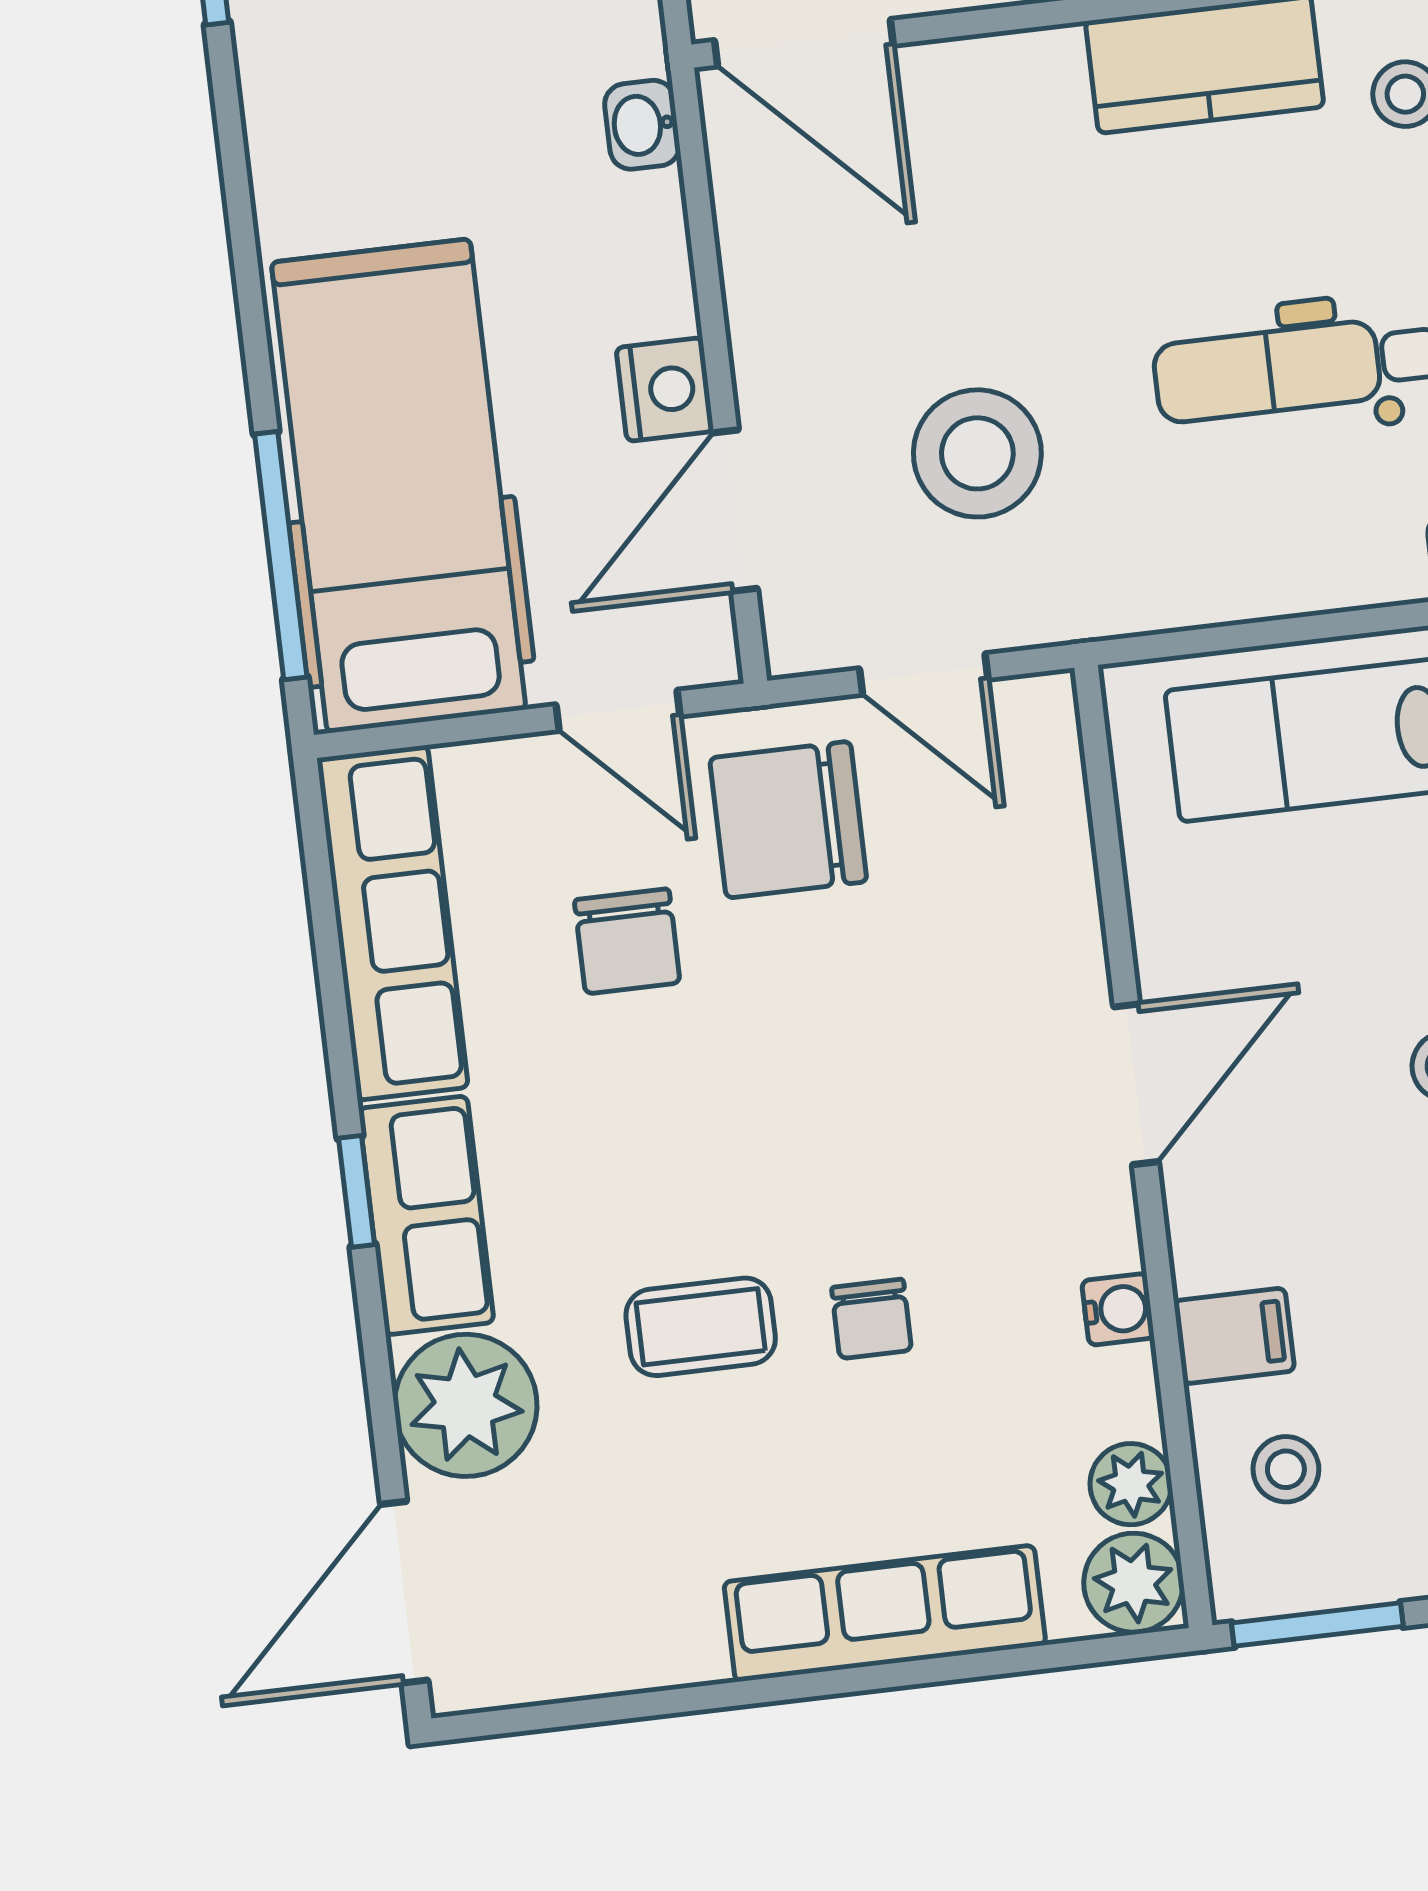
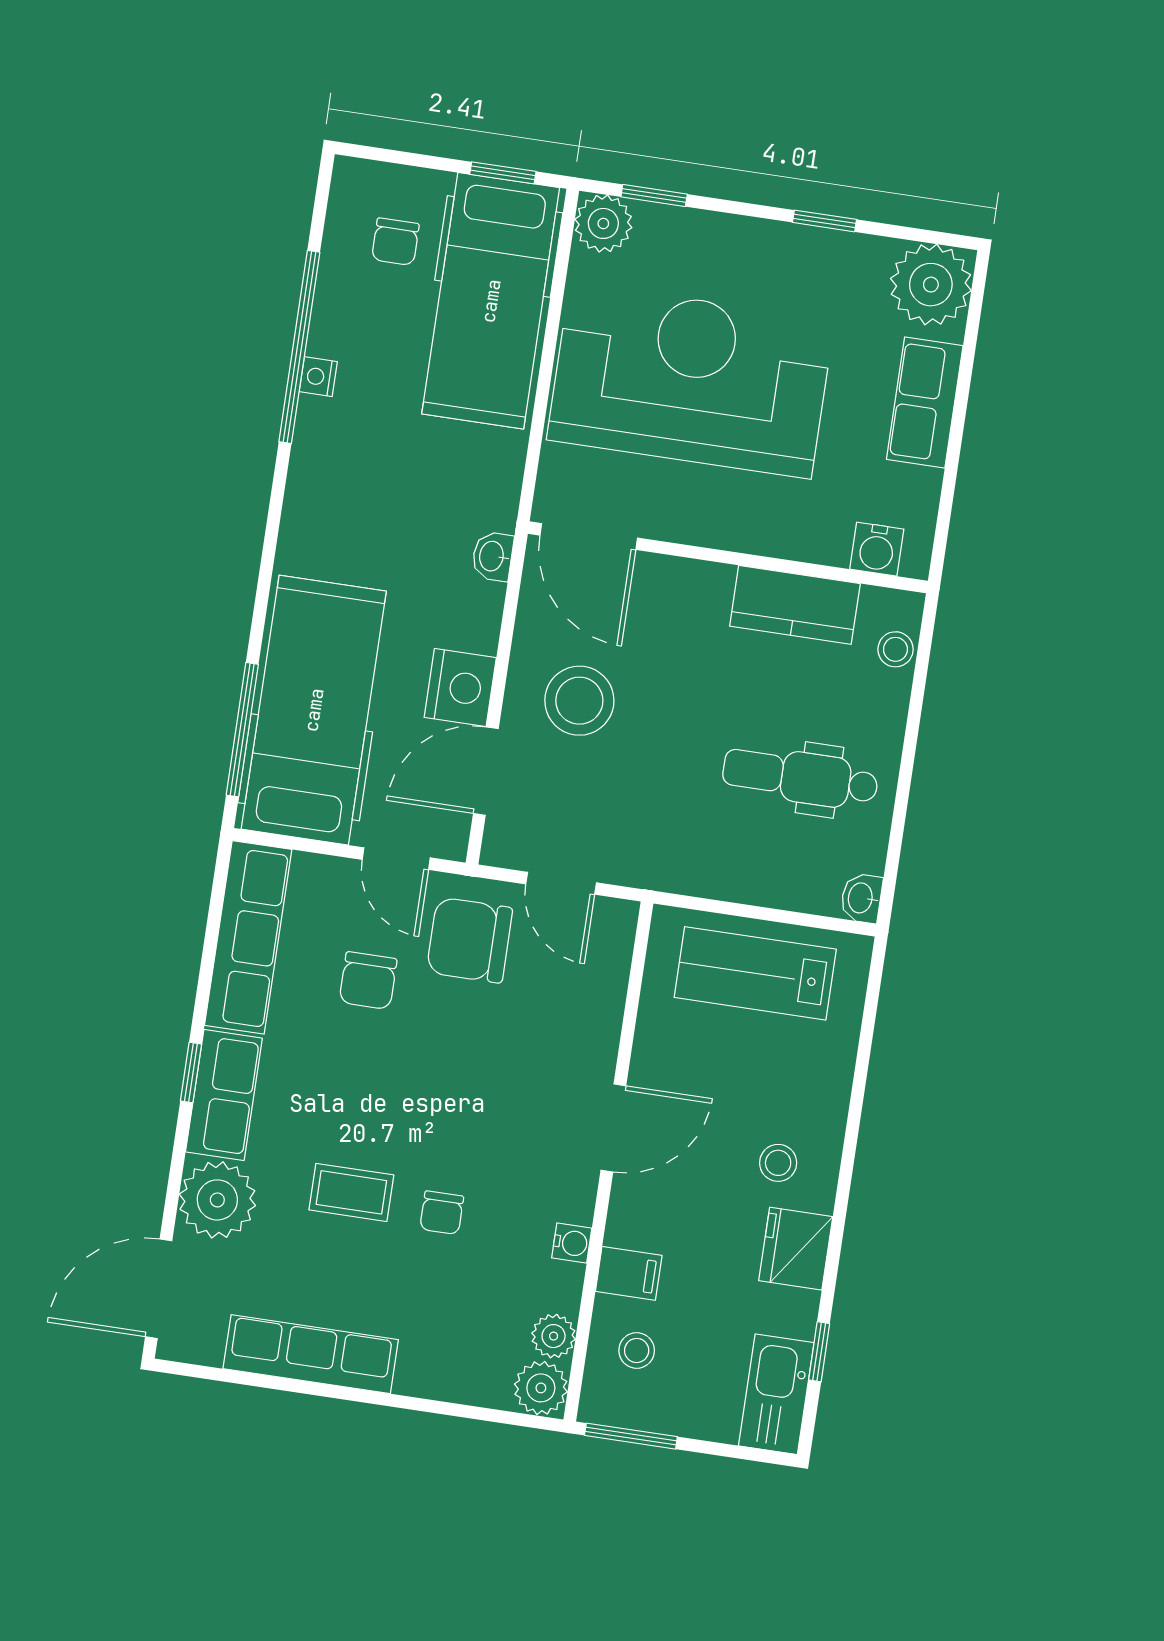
nightstand: (665, 390) -> (460, 688), width x1.36, depth x1.33
stool: (977, 453) -> (579, 701), moved
row of seats: (885, 1613) -> (311, 1354), moved

